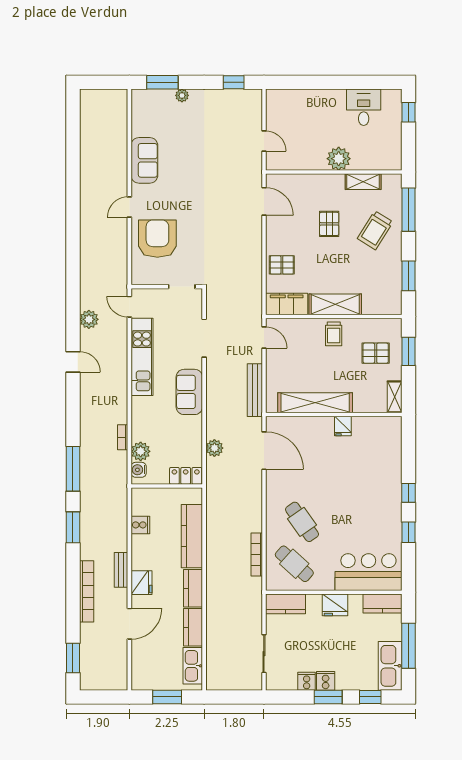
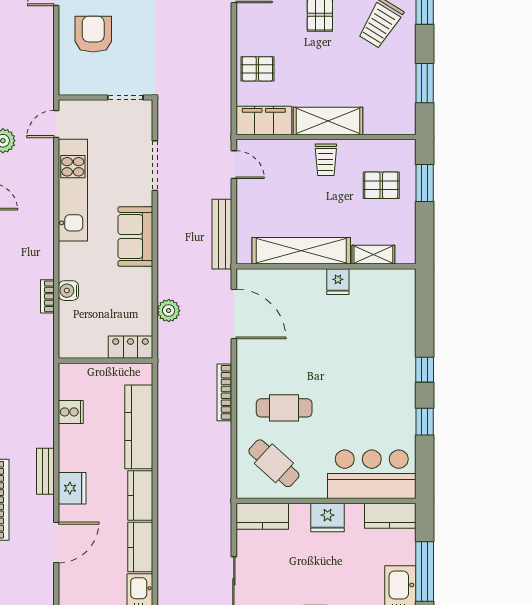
armchair: (157, 239) -> (93, 34), width x0.73, depth x0.73
door: (129, 307) -> (56, 124), hinge flipped
shelving: (395, 397) -> (373, 255), moved, turned 90
plant: (141, 451) -> (71, 315), removed
water cooler: (139, 470) -> (68, 291), moved
cafe table: (302, 522) -> (284, 408), turned -55
bookcase: (257, 554) -> (224, 392), moved

